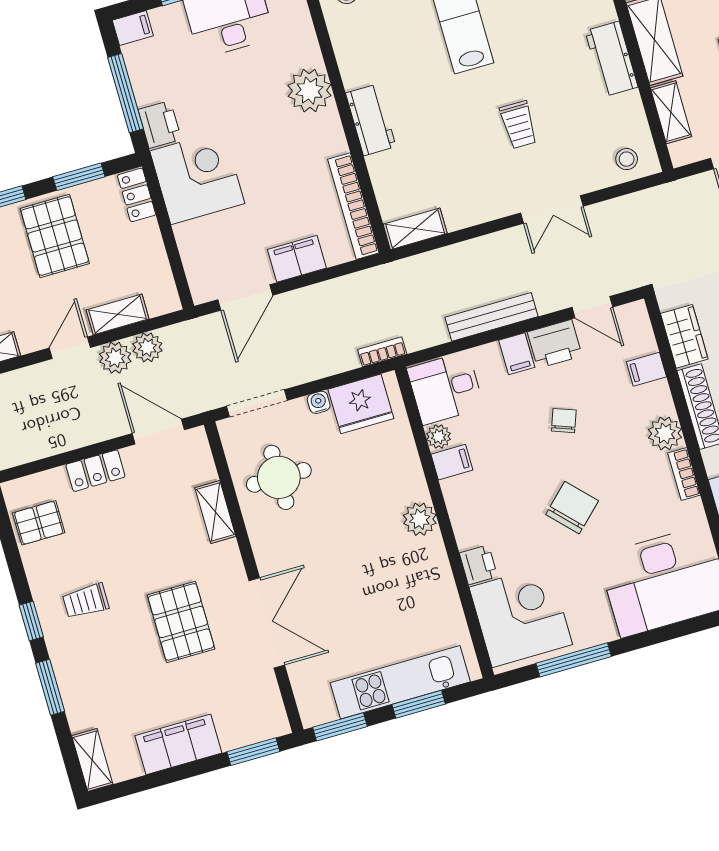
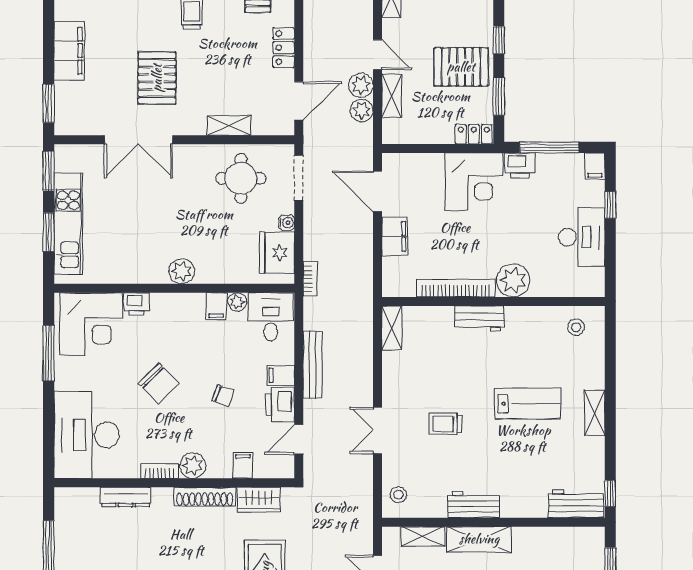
bookcase: (353, 206) -> (456, 288), moved
pallet: (181, 622) -> (157, 78), turned 90

